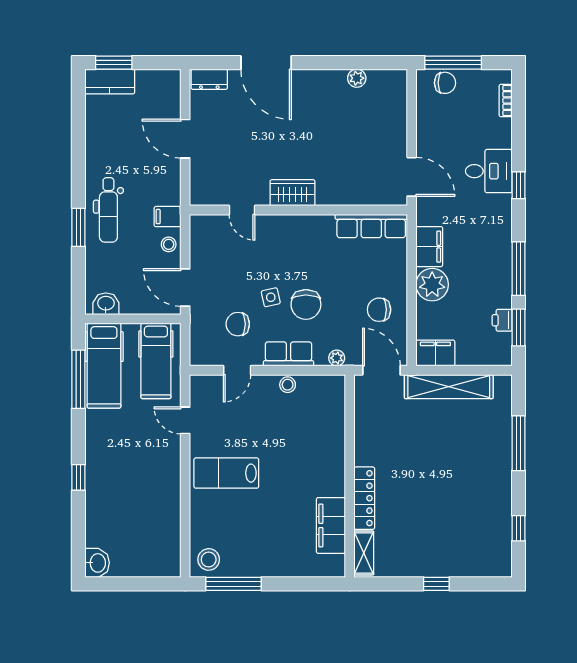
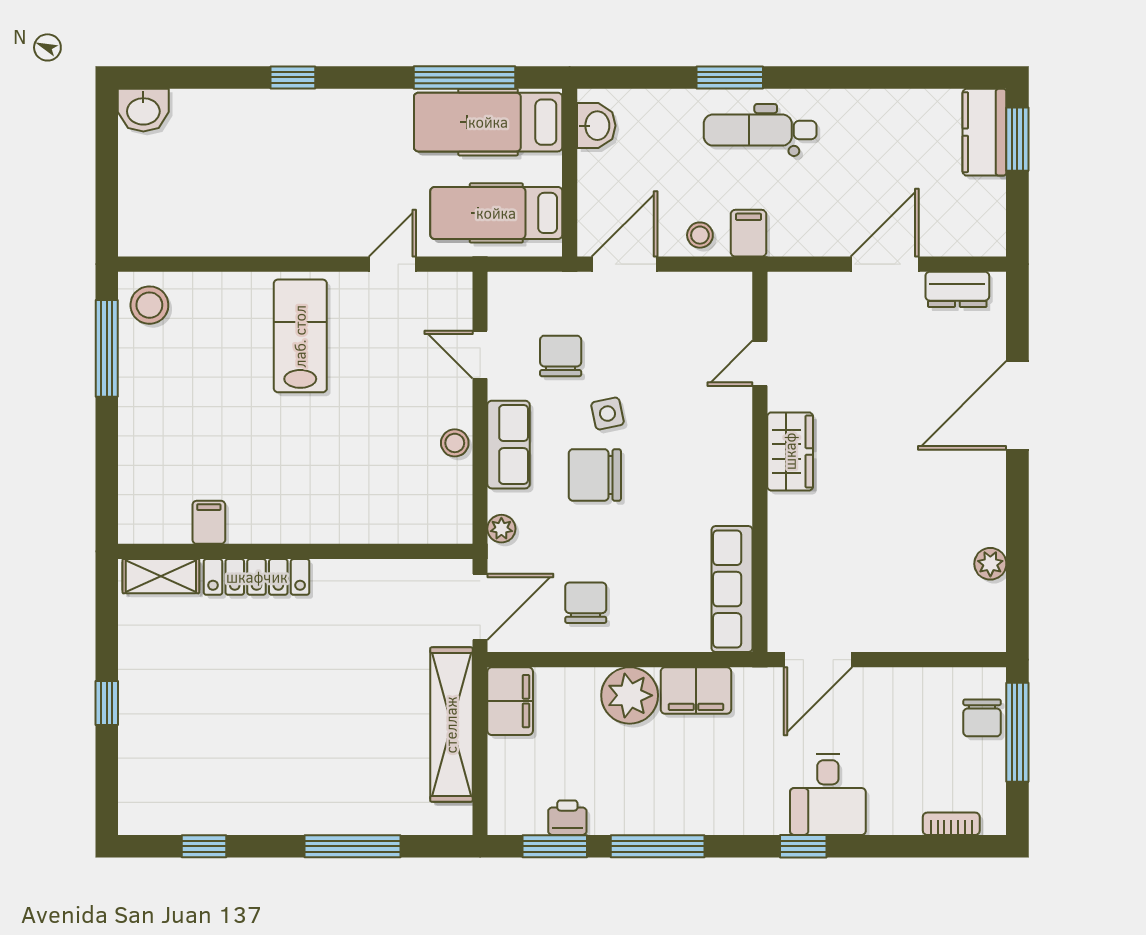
dresser: (209, 79) -> (957, 289), moved, turned -90
filing cabinet: (331, 525) -> (209, 522), width x0.33, depth x0.86

